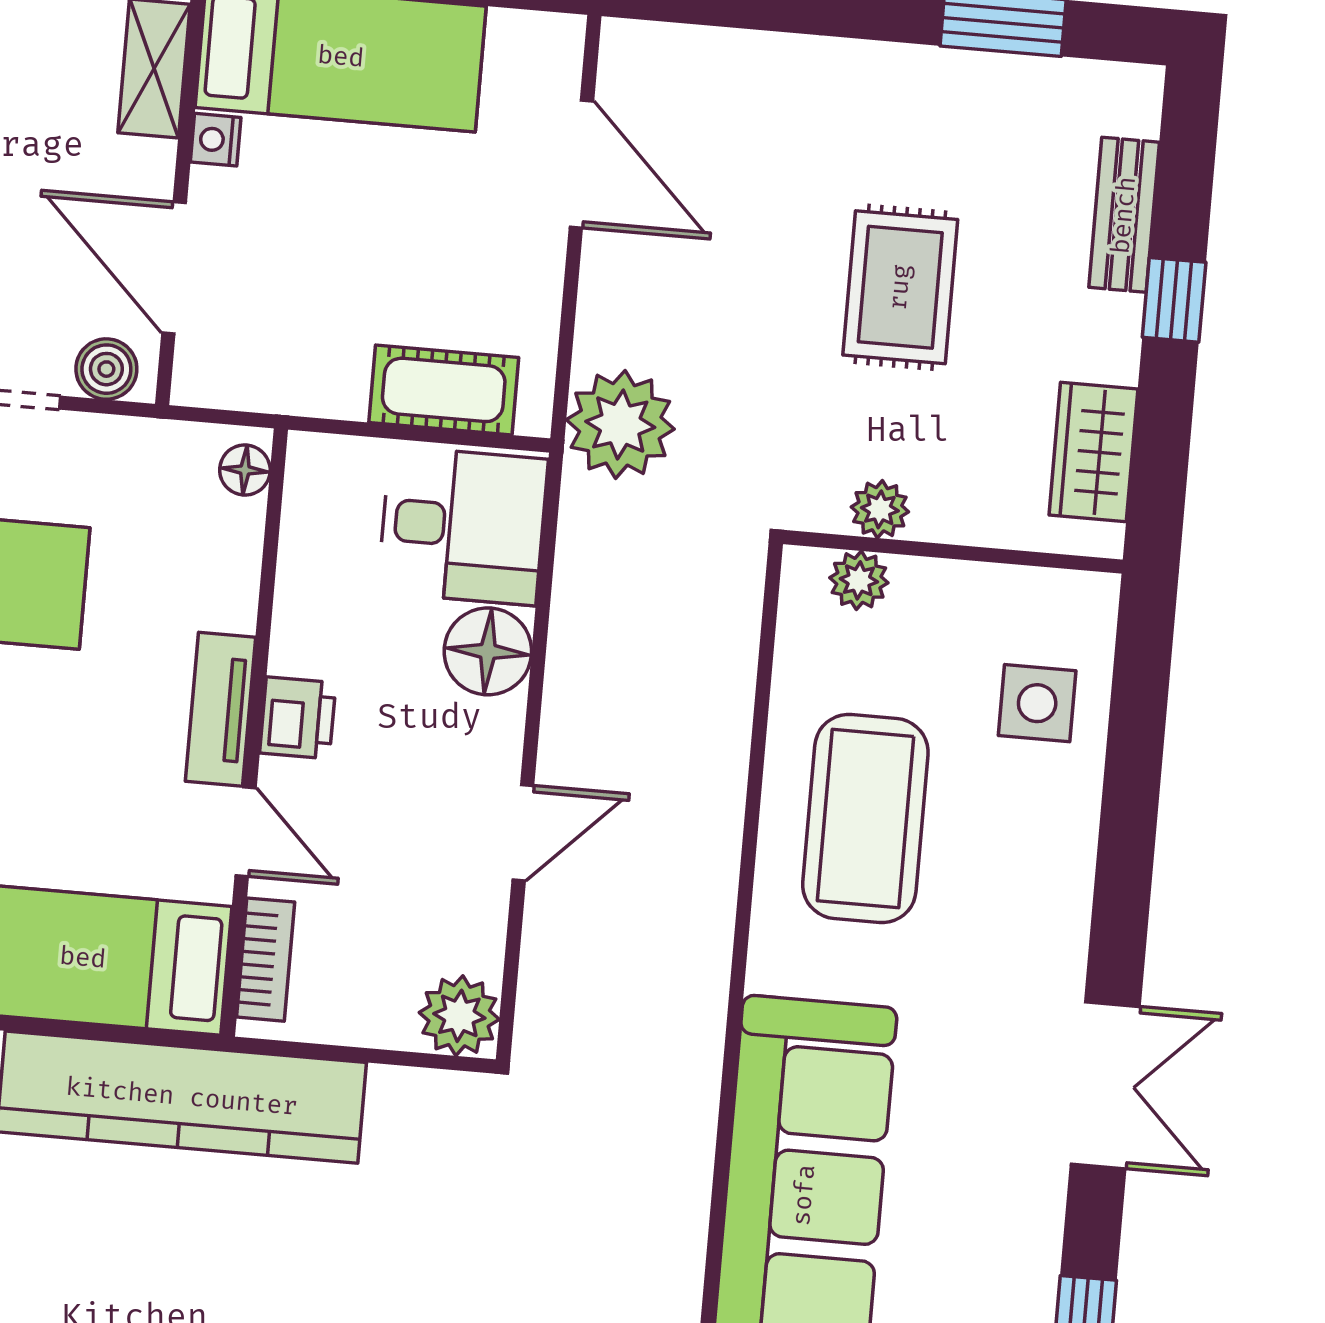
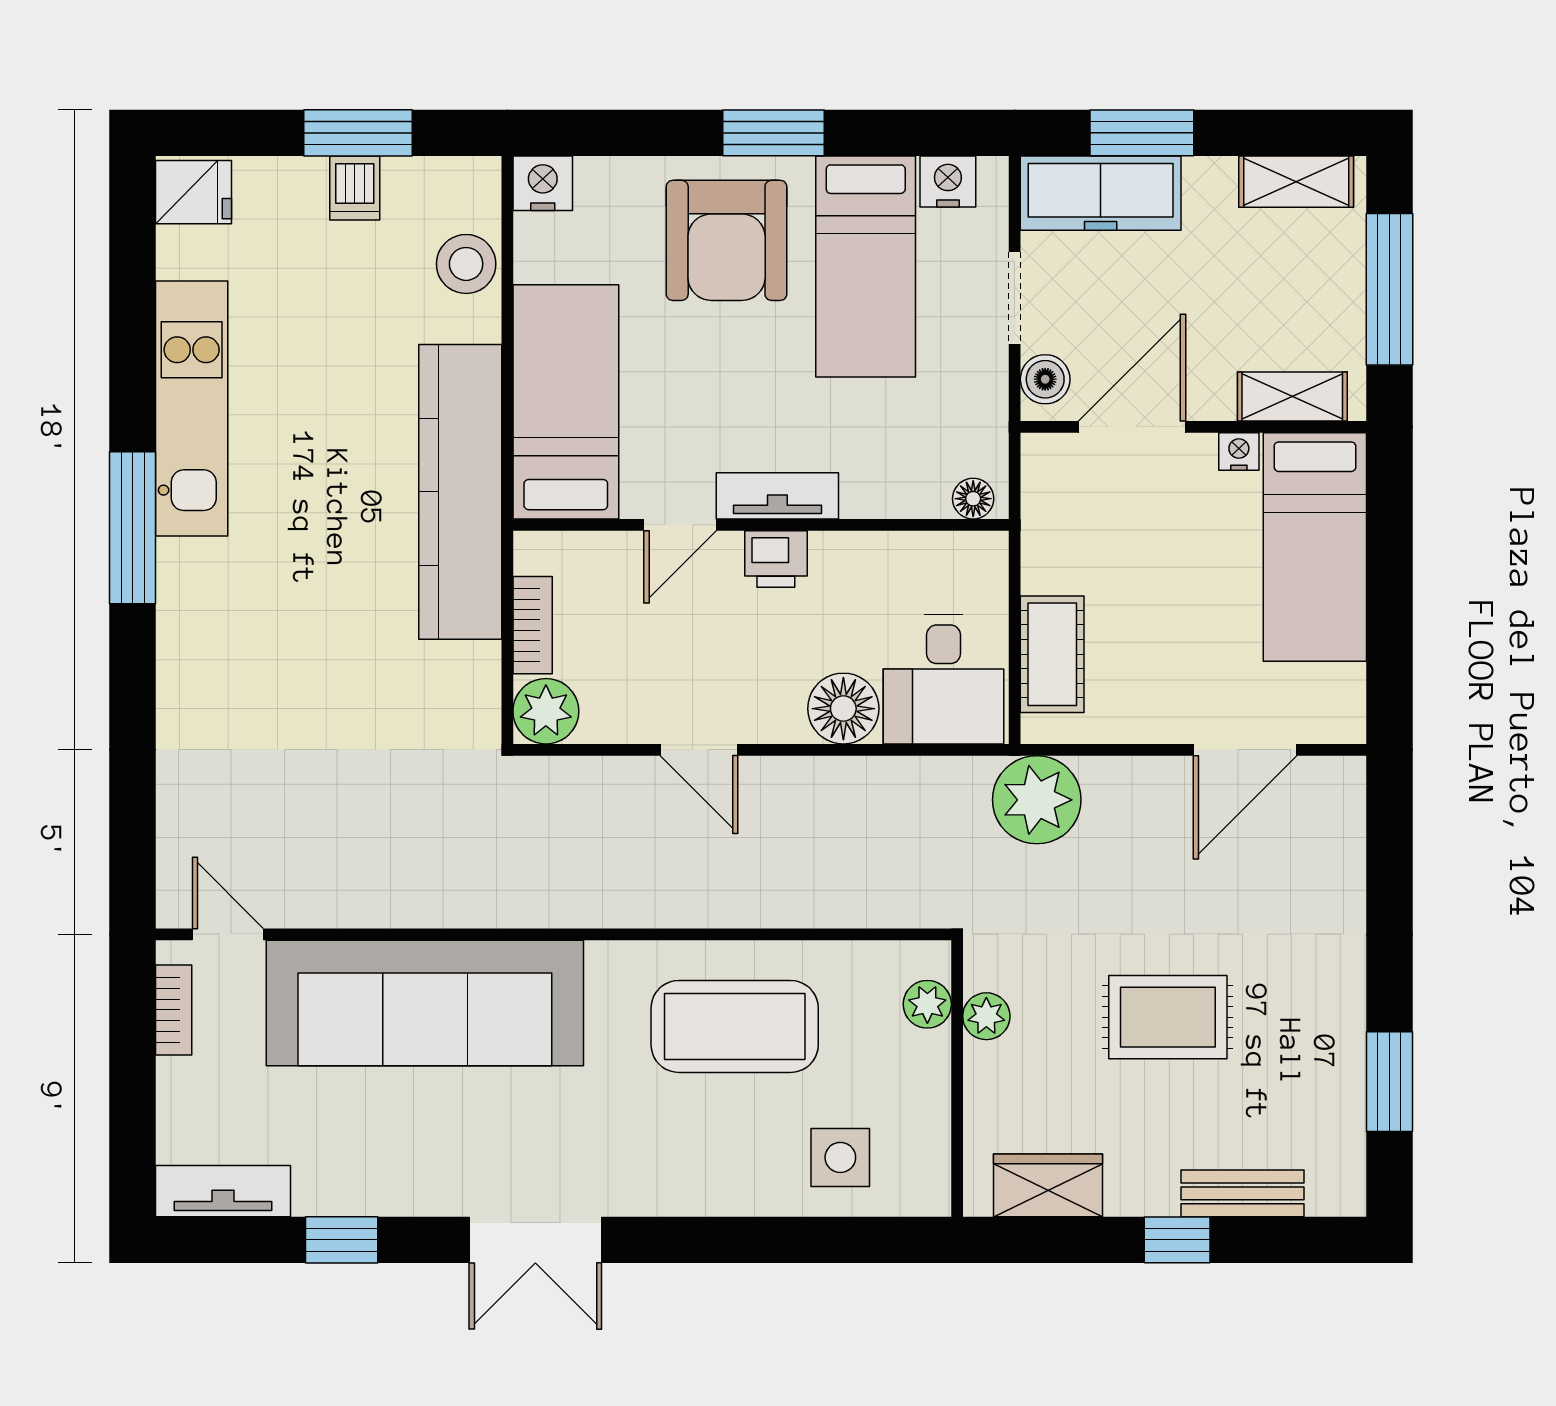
bookcase: (266, 960) -> (533, 625), moved, turned -90

